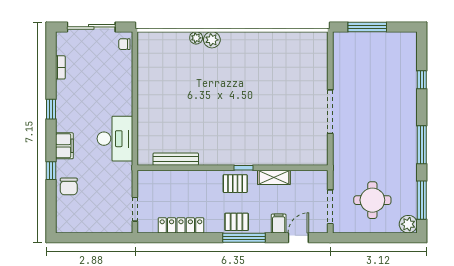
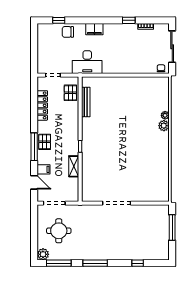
window: (51, 109) -> (129, 20), moved
desk: (115, 139) -> (87, 62), moved
window: (51, 171) -> (59, 20), moved
pallet: (235, 184) -> (70, 93), moved

